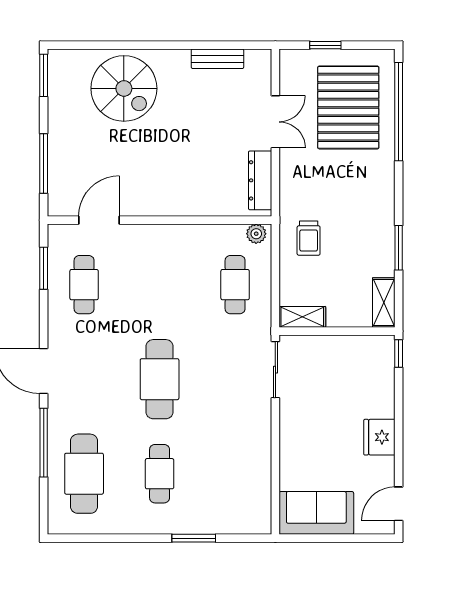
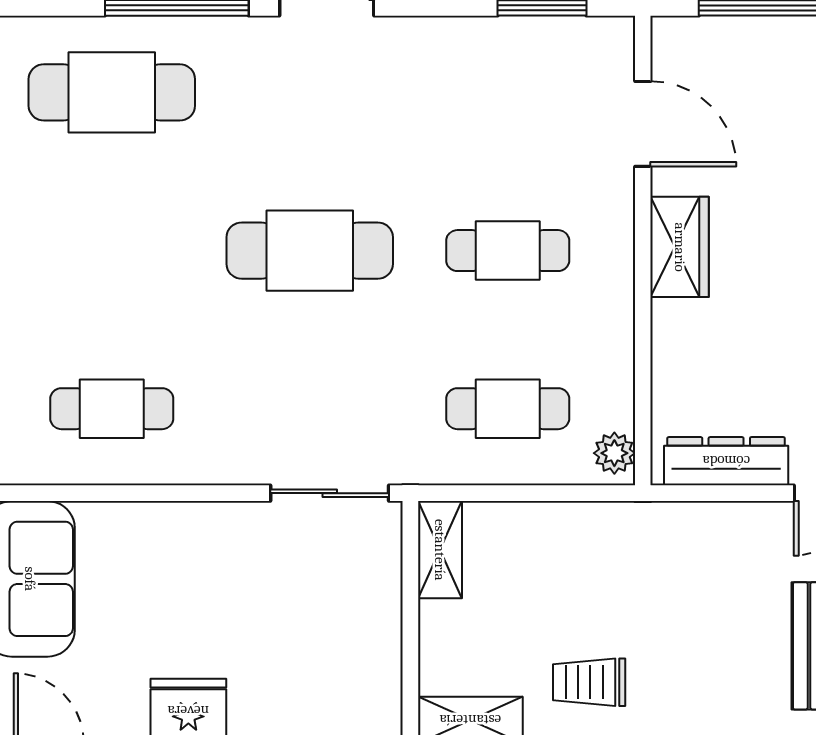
wardrobe: (158, 203) -> (680, 247), added
trolley: (309, 238) -> (589, 682), moved
cafe table: (84, 285) -> (508, 251), moved
cafe table: (160, 474) -> (112, 409), moved

